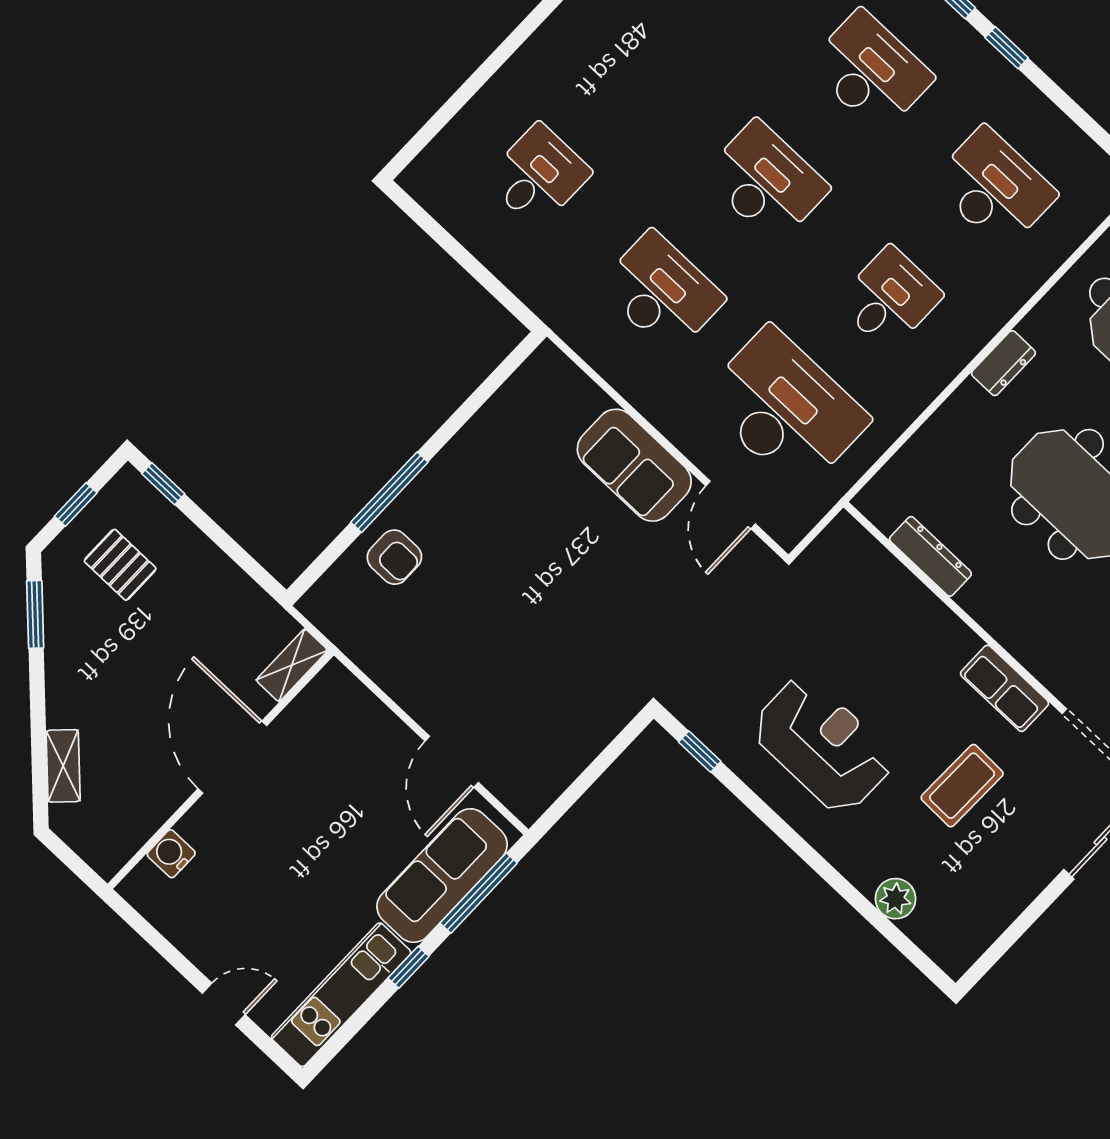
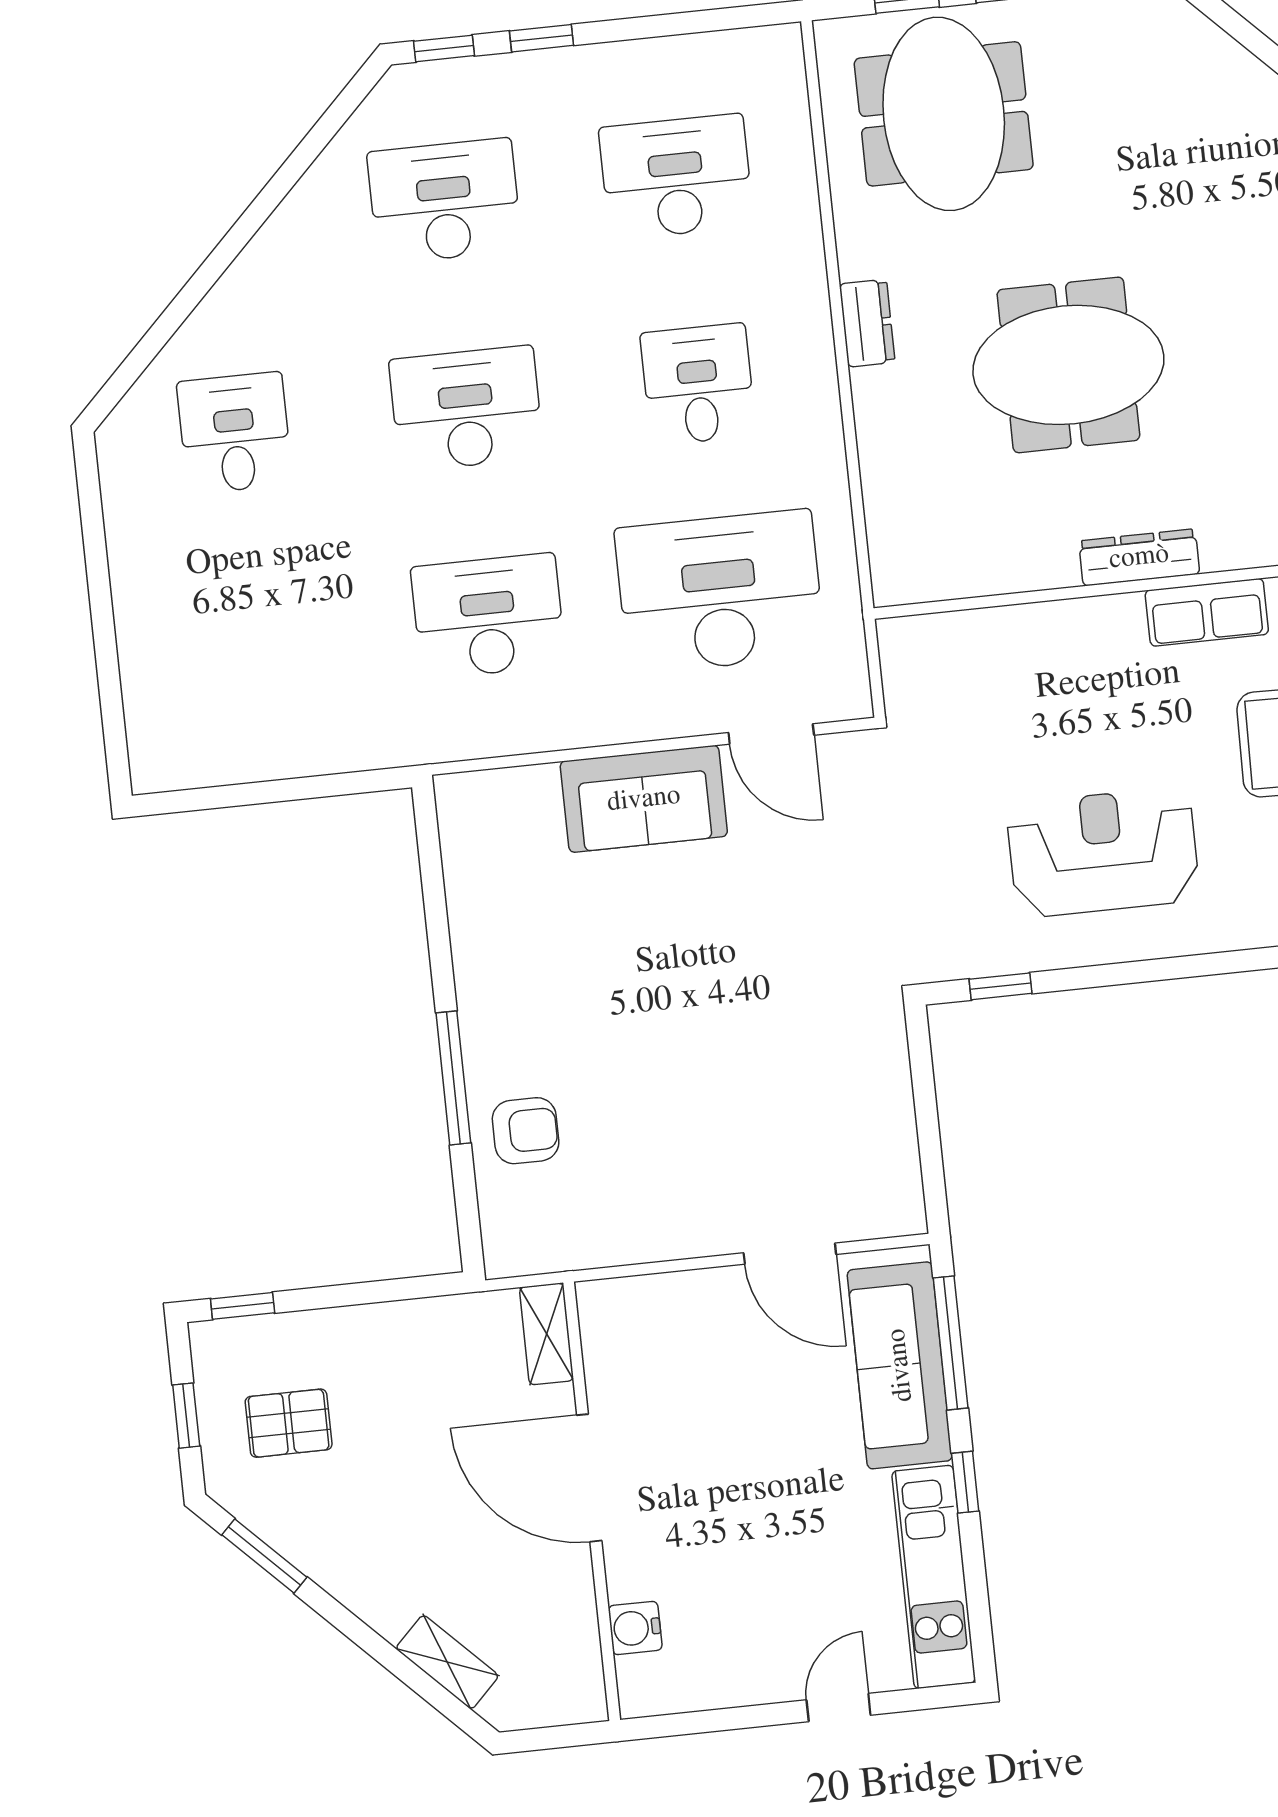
desk: (538, 176) -> (235, 433), moved
dresser: (930, 556) -> (1139, 557), moved

